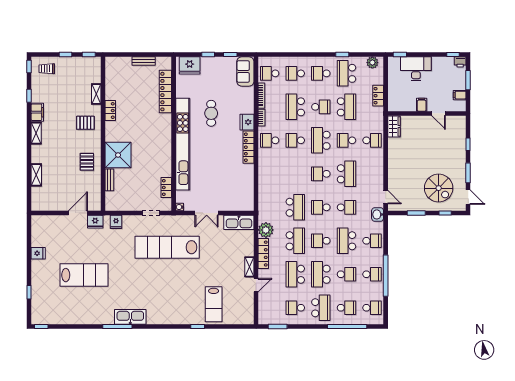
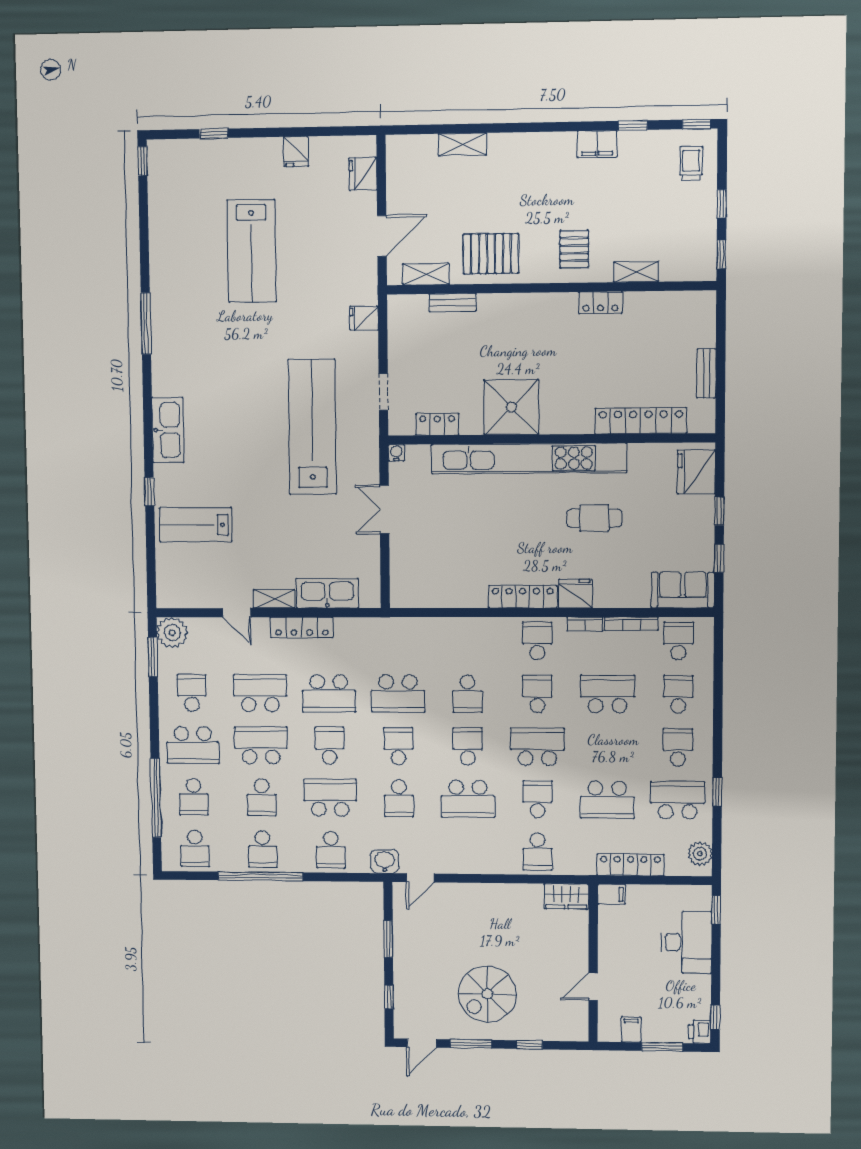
locker: (378, 96) -> (630, 865), width x1.53
filing cabinet: (422, 105) -> (611, 894), moved
school desk: (321, 107) -> (467, 694), moved
shelving: (36, 133) -> (426, 274), moved
shower: (118, 155) -> (511, 407), moved
pallet: (87, 162) -> (491, 254), width x1.50, depth x1.42
spiral stairs: (439, 188) -> (487, 994), moved
door: (78, 213) -> (382, 236), hinge flipped
fridge: (95, 222) -> (363, 174), moved
kitchen sink: (239, 222) -> (327, 593), moved, turned 90
plant: (266, 230) -> (172, 633), moved
kitchen sink: (130, 317) -> (168, 430), moved

